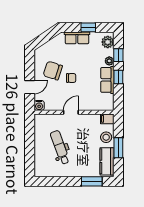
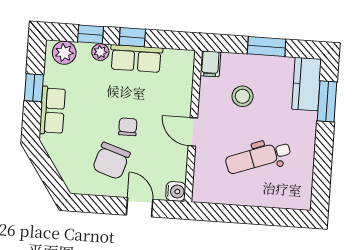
stool: (106, 137) -> (243, 96), moved
kitchen counter: (107, 161) -> (307, 84), moved, turned 90

